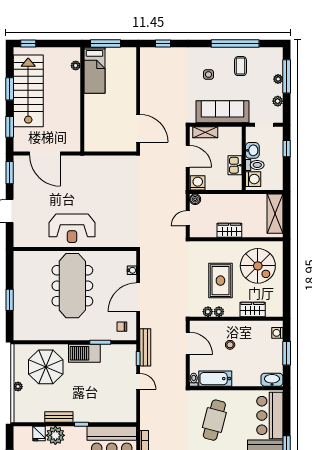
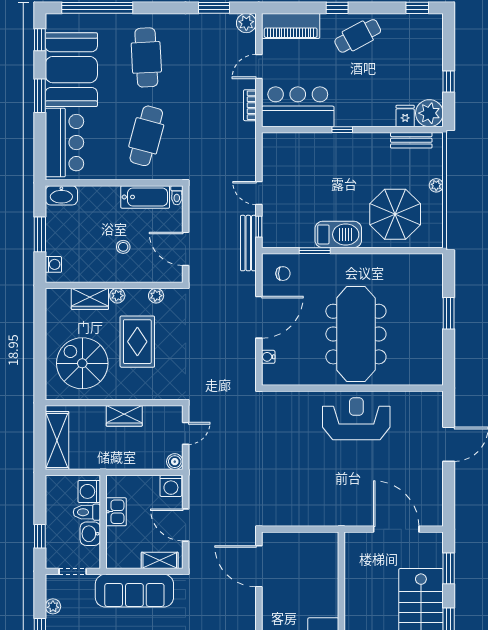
window: (10, 173) -> (449, 501), removed
plant: (219, 312) -> (117, 296), moved
bench: (59, 417) -> (411, 140), moved
plant: (55, 435) -> (429, 113), moved

